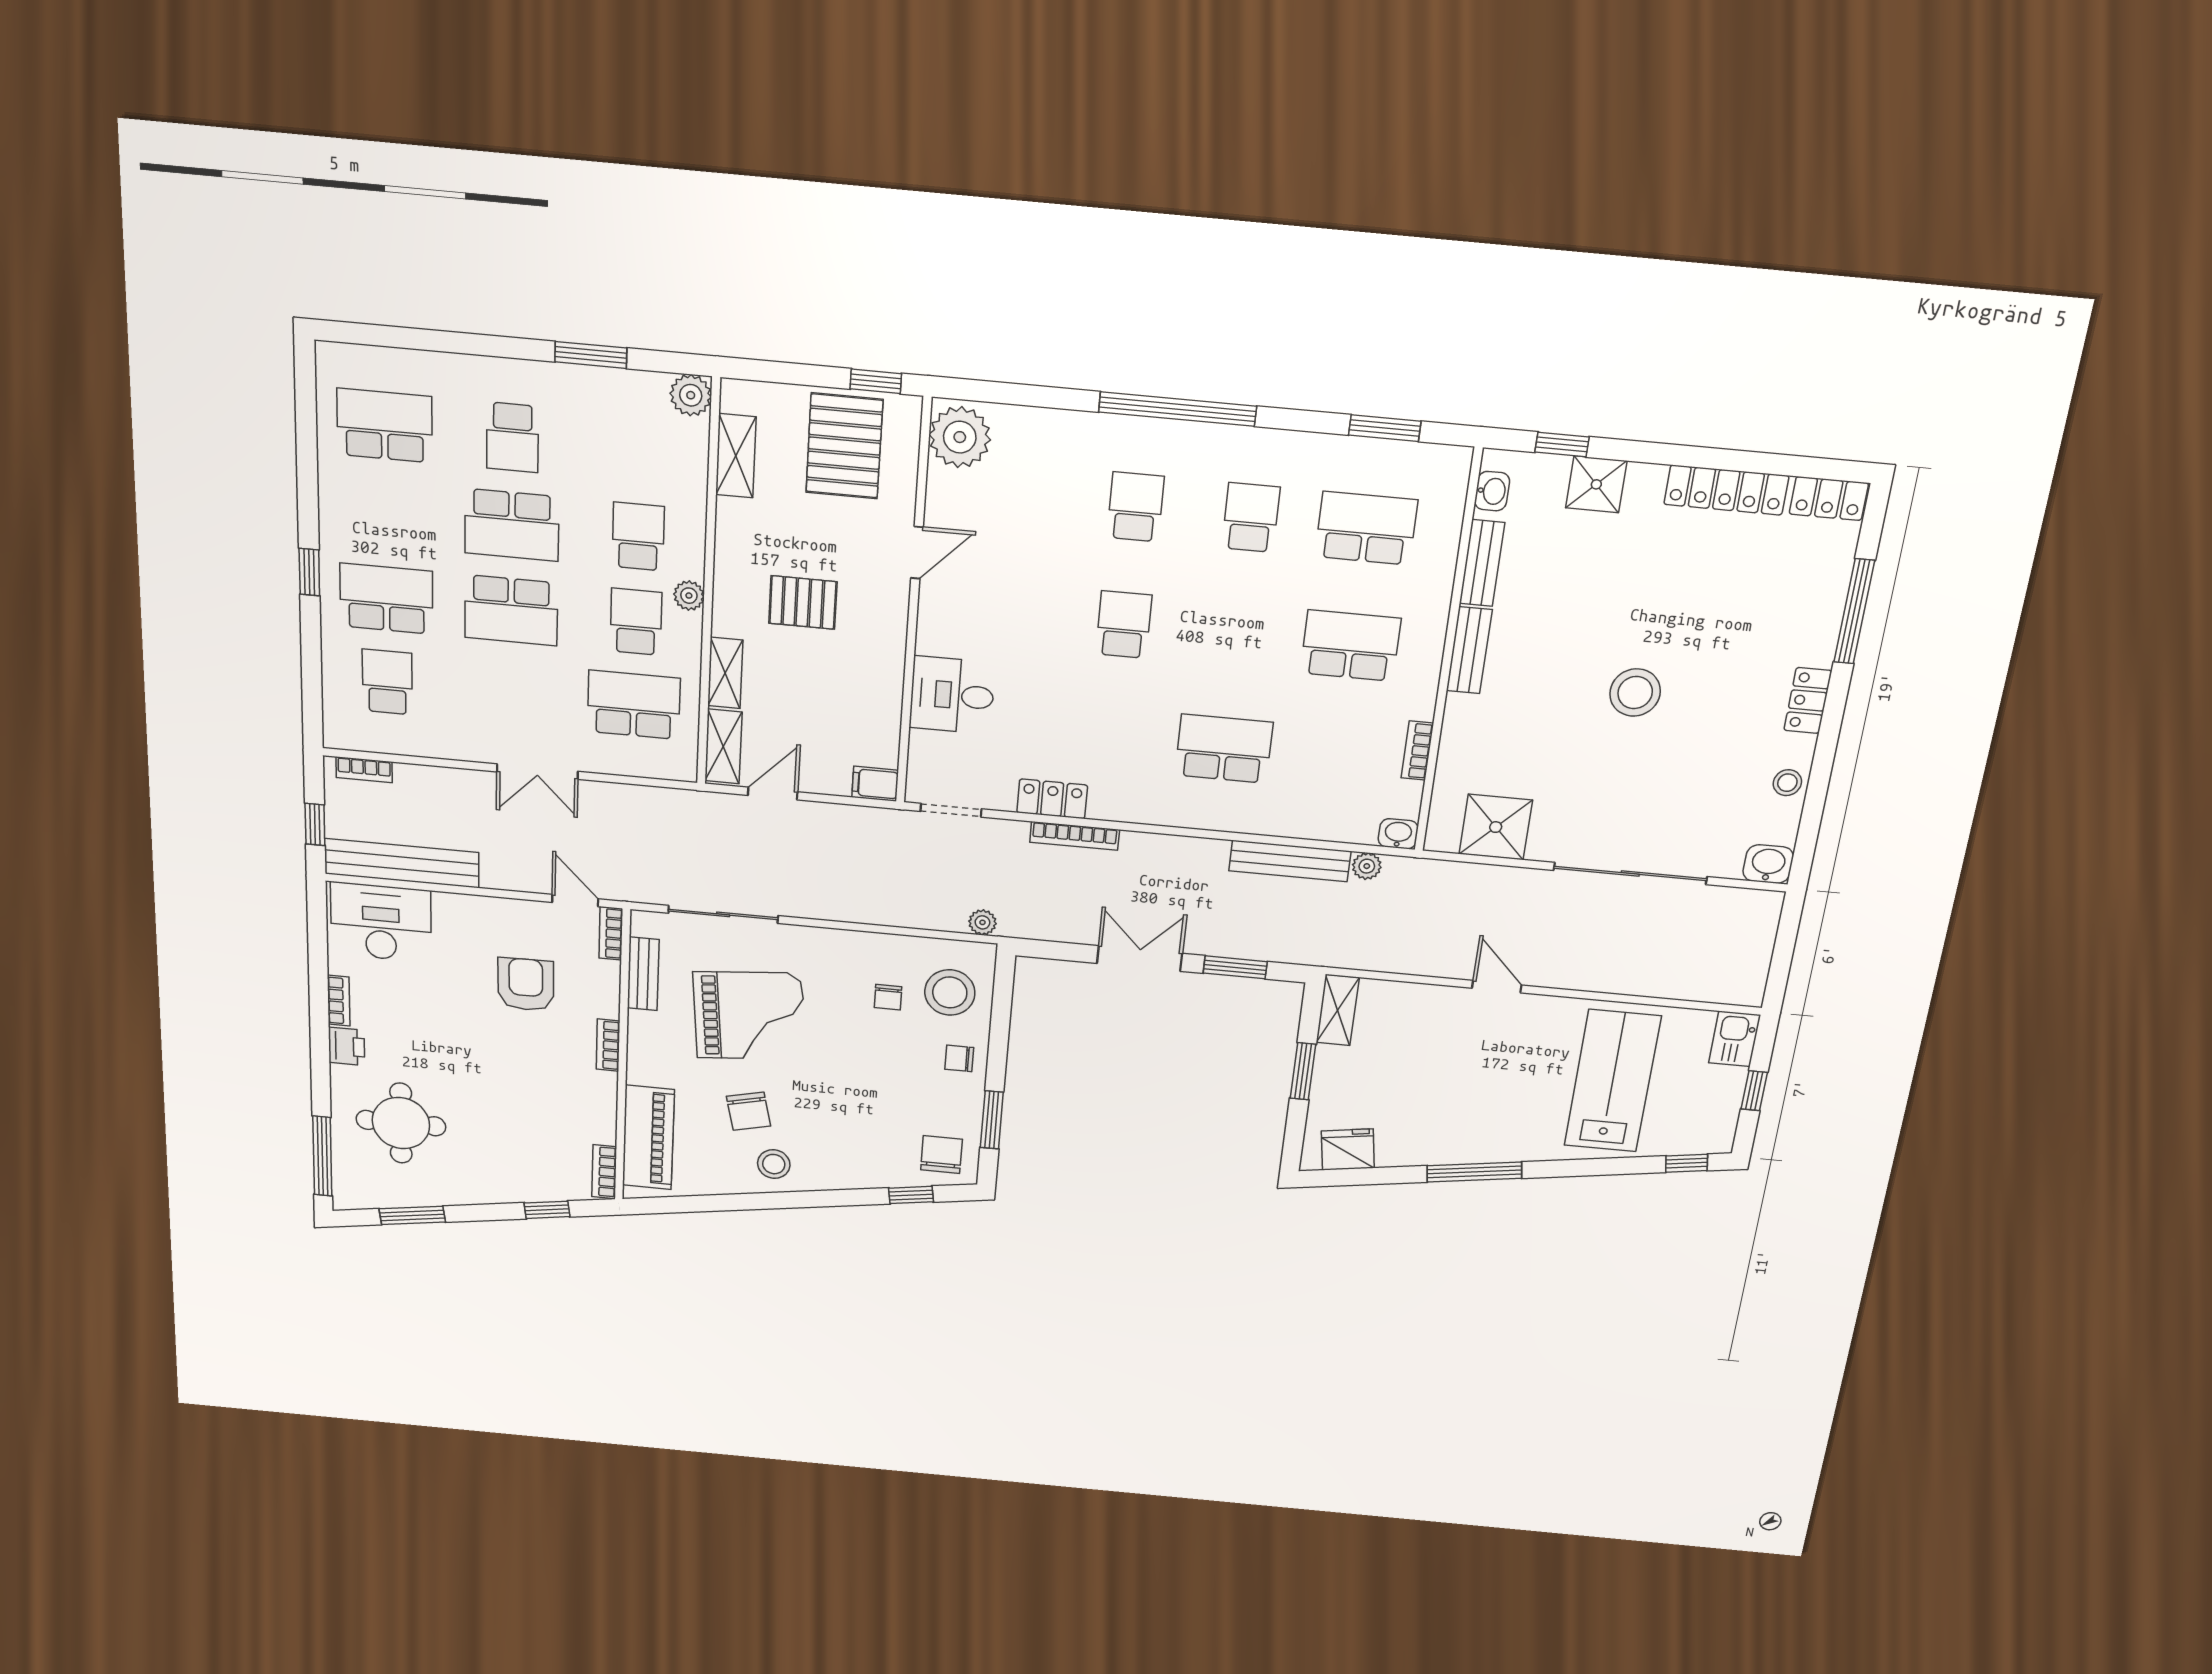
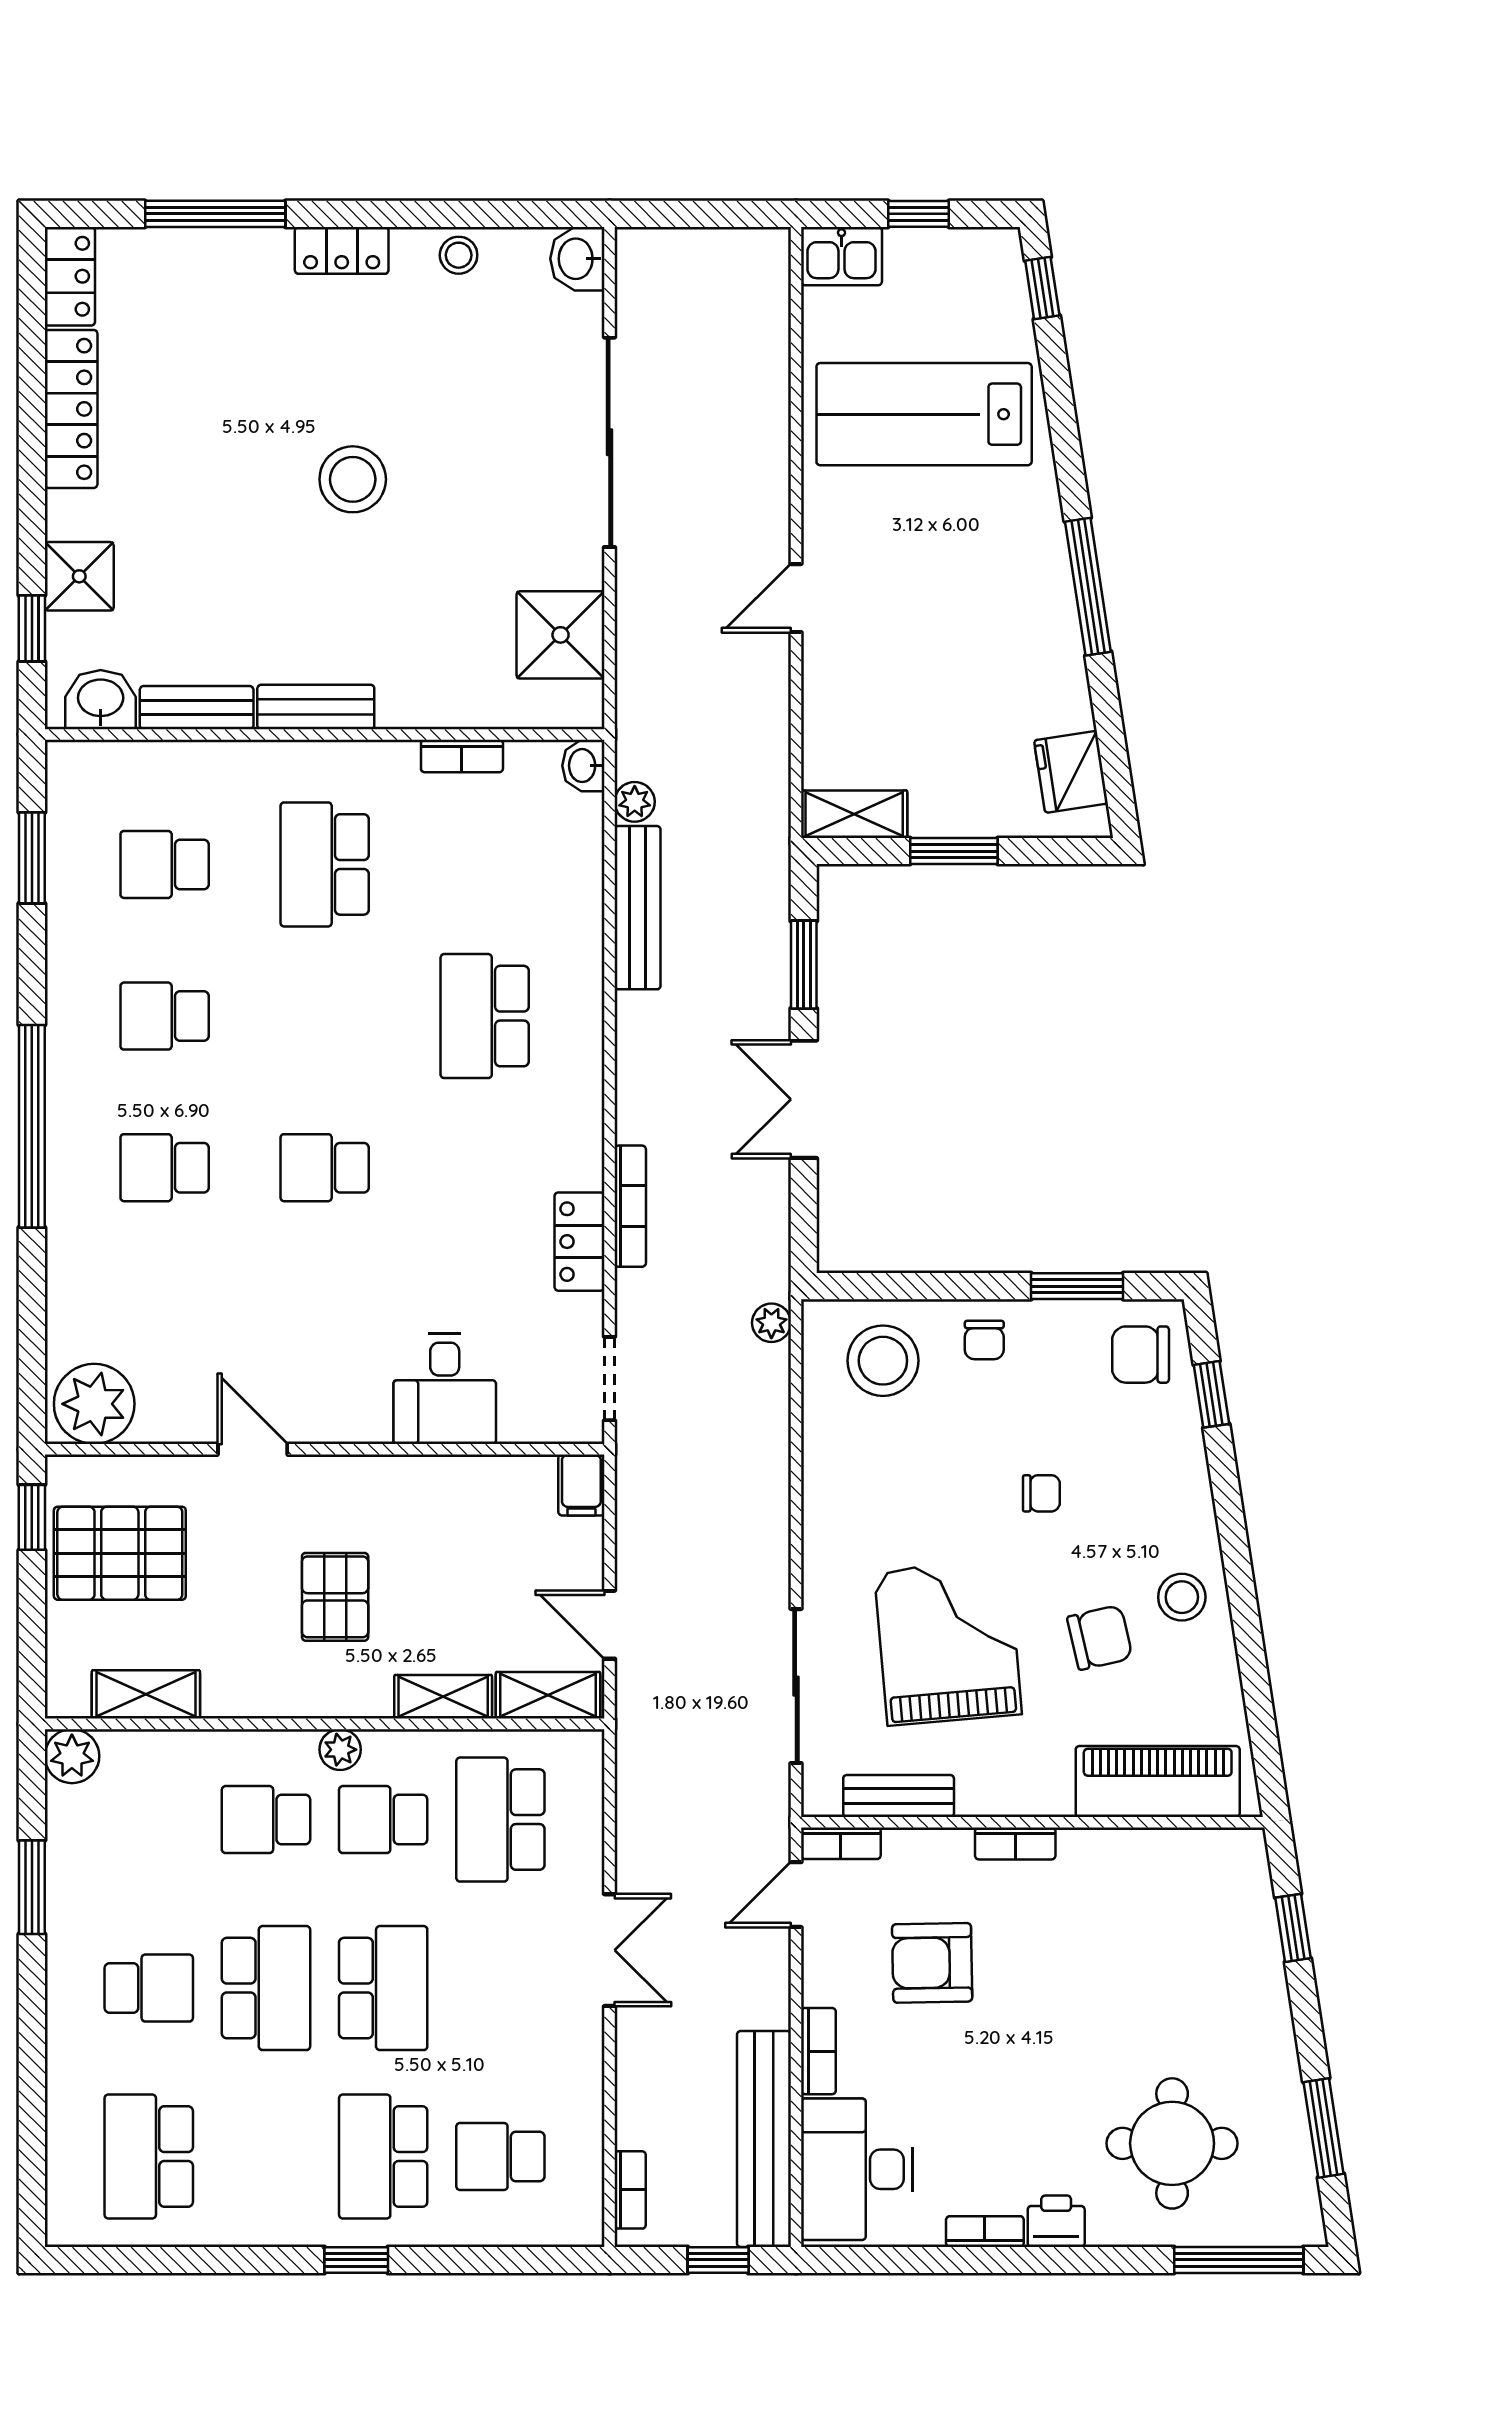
washbasin: (1492, 491) -> (101, 700), width x1.38, depth x1.45
school desk: (1366, 528) -> (165, 864), width x0.54
chair: (888, 997) -> (1041, 1493), moved
bookcase: (604, 1172) -> (818, 2051), moved, turned -90

